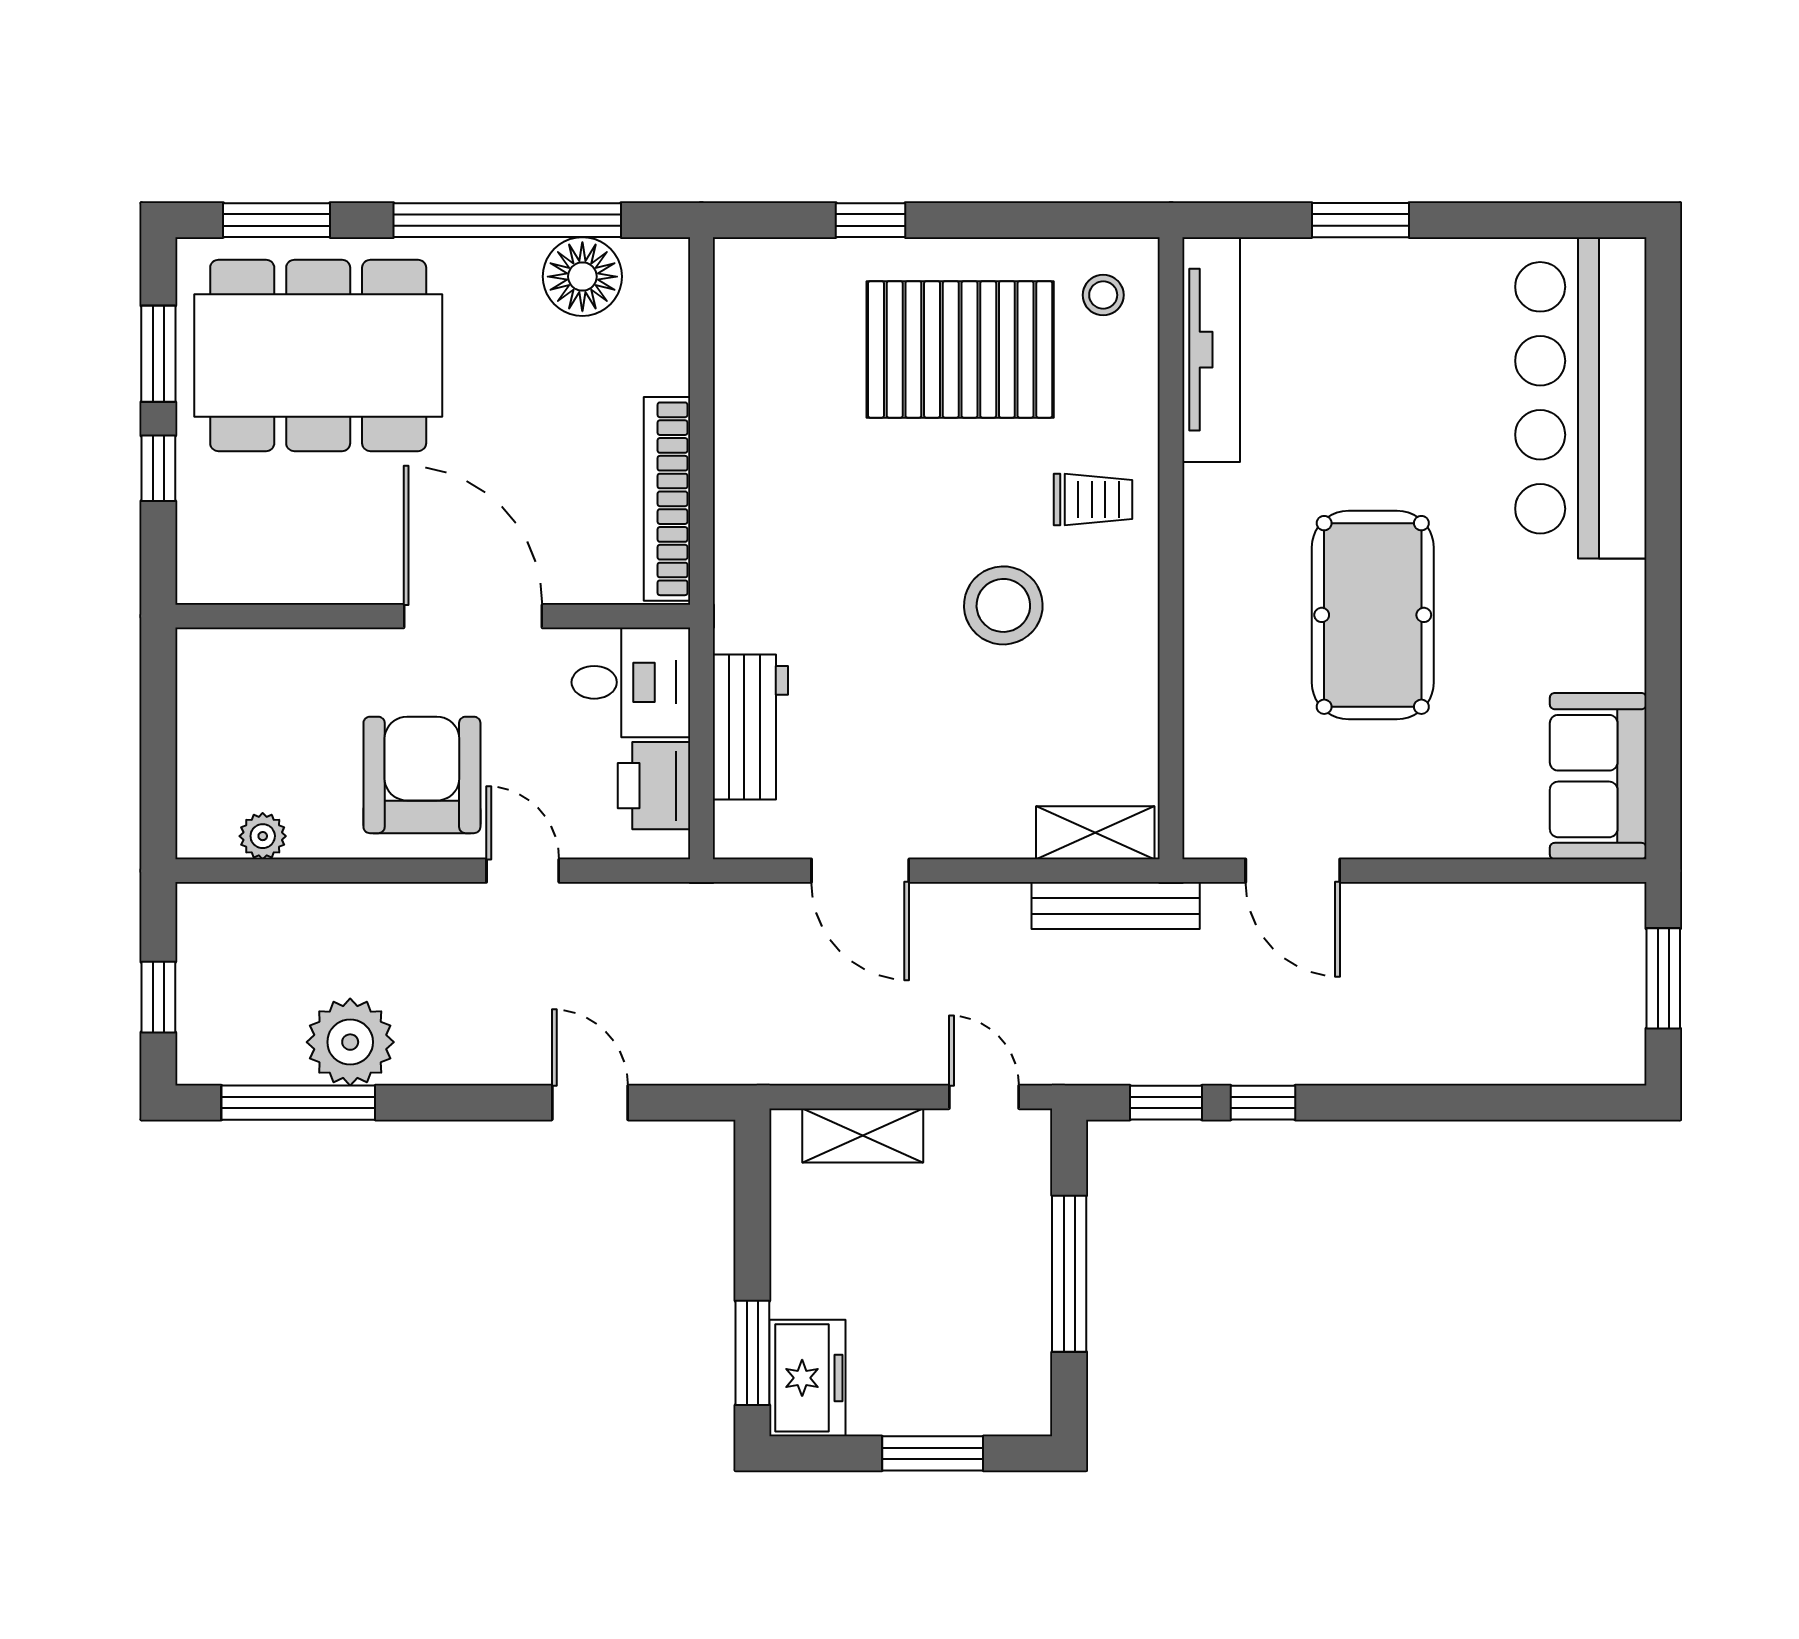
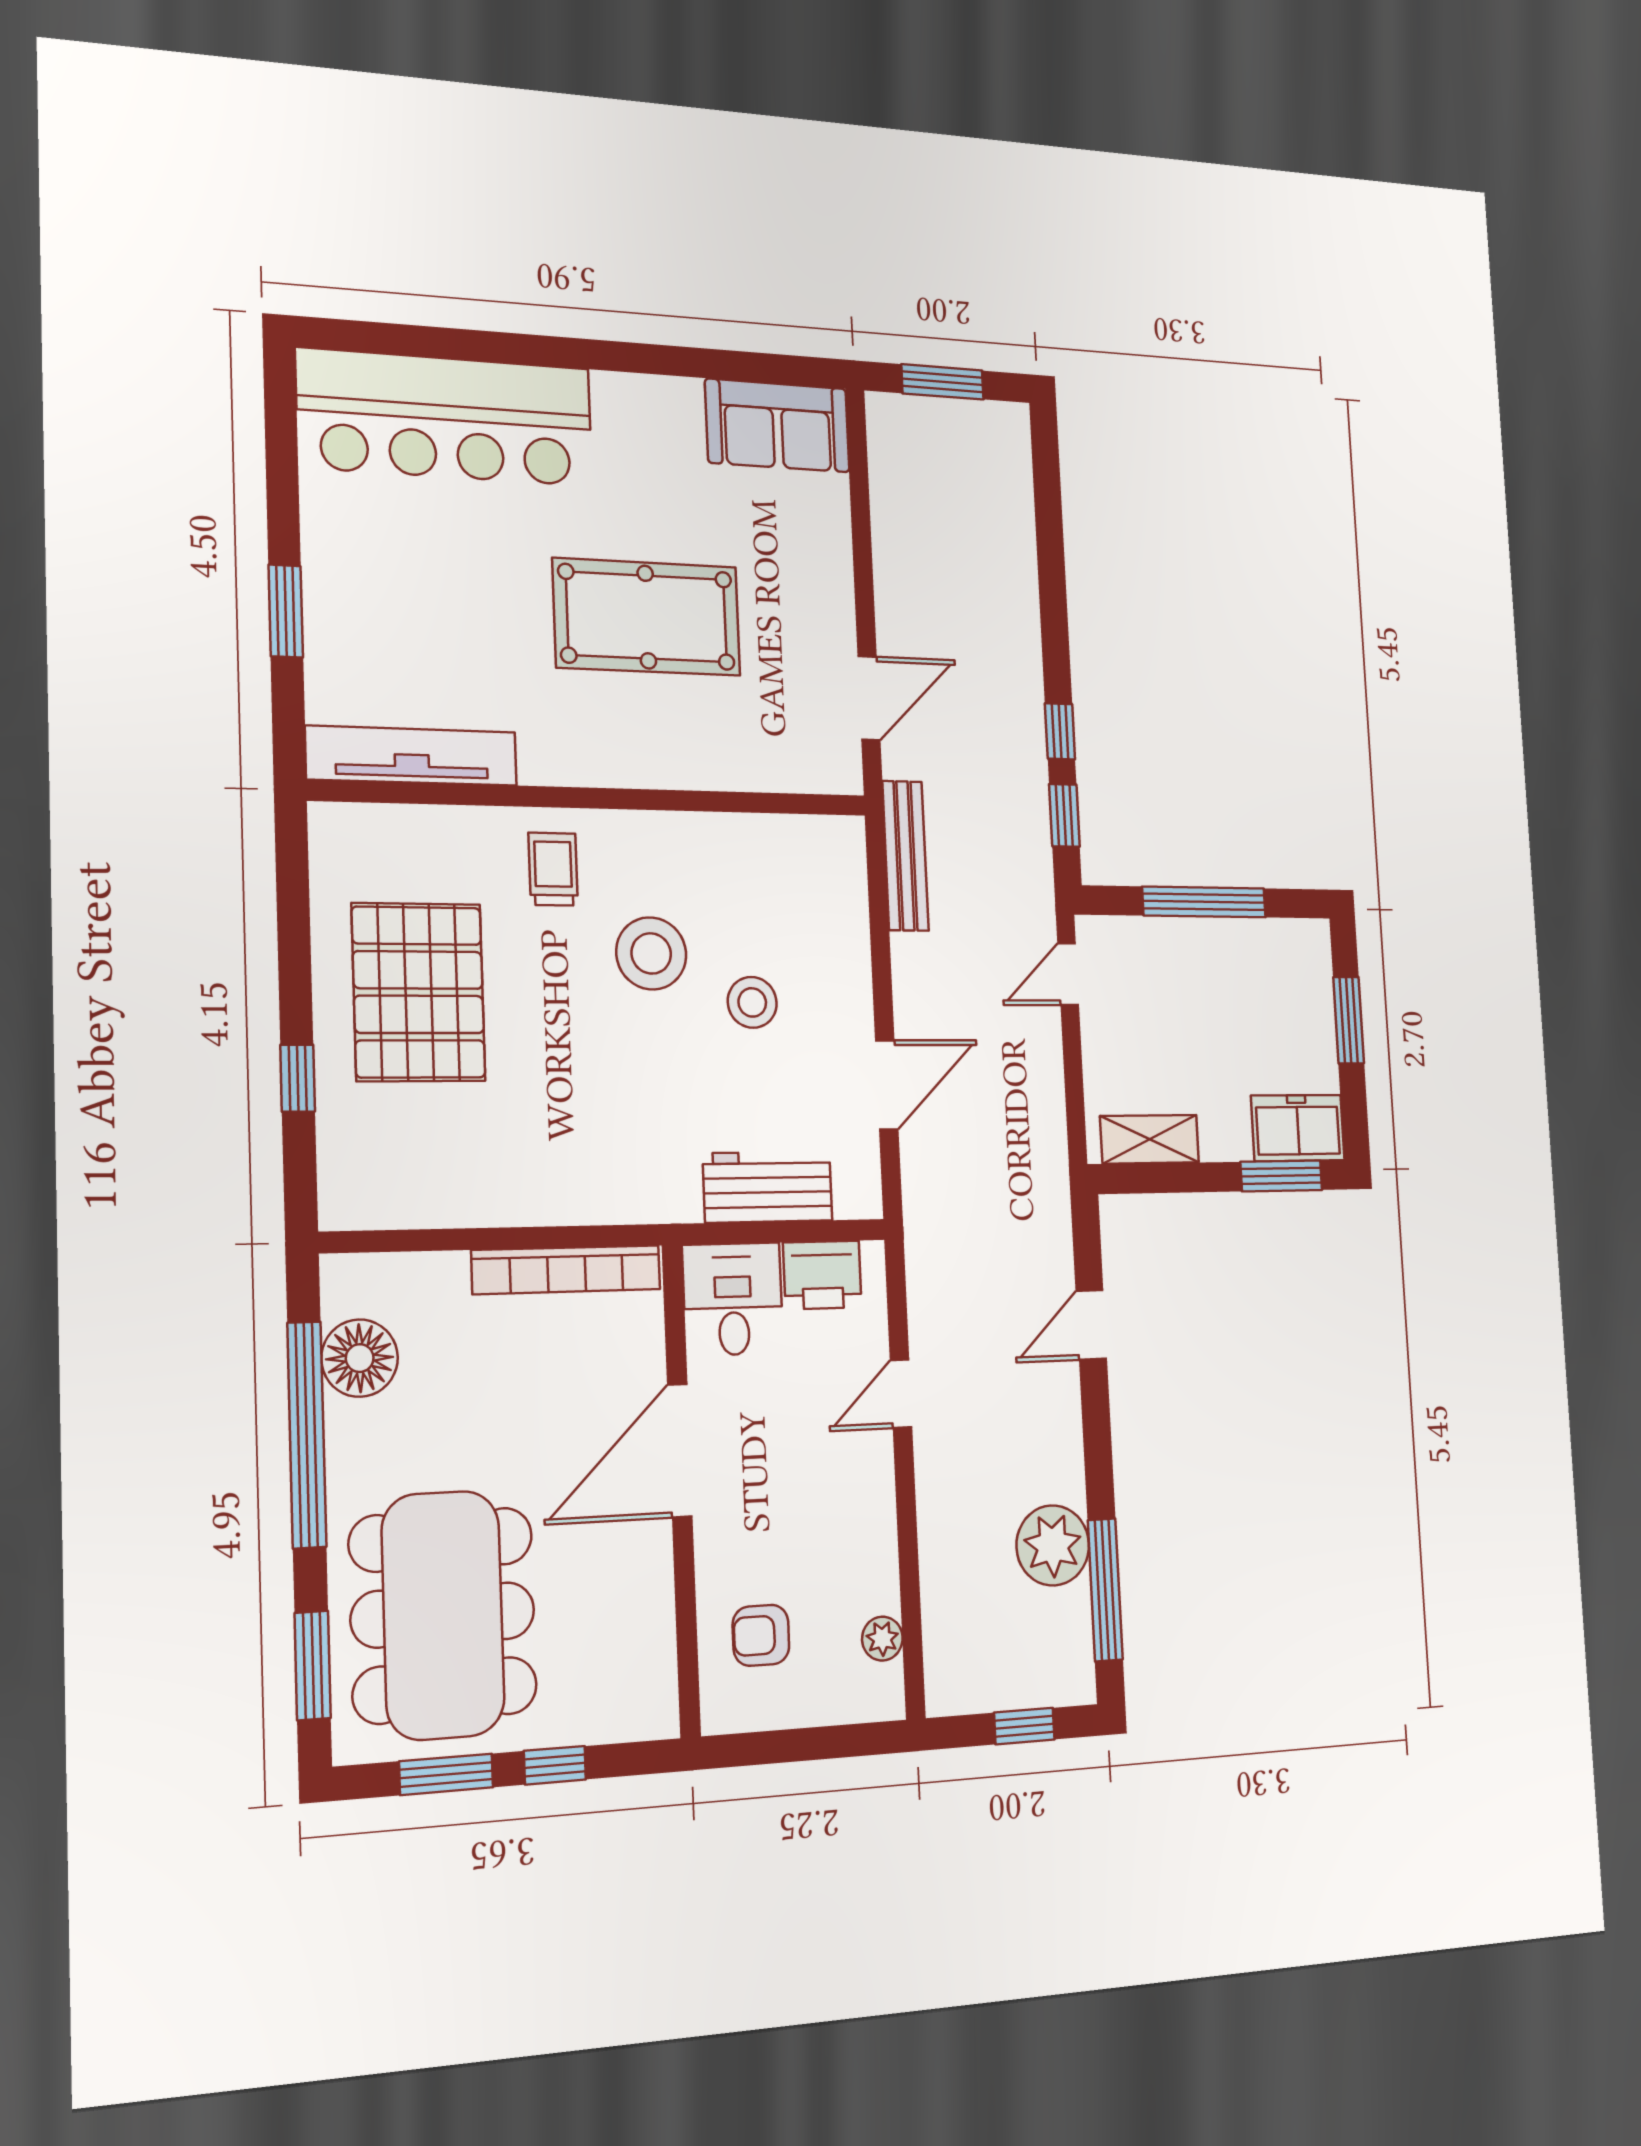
stool: (1103, 295) -> (752, 1002), moved, width x1.37, depth x1.37
armchair: (422, 775) -> (761, 1635), moved, width x0.53, depth x0.53
shelving: (1095, 833) -> (845, 873), removed
shelving: (863, 1135) -> (1150, 1139), moved, turned 90

